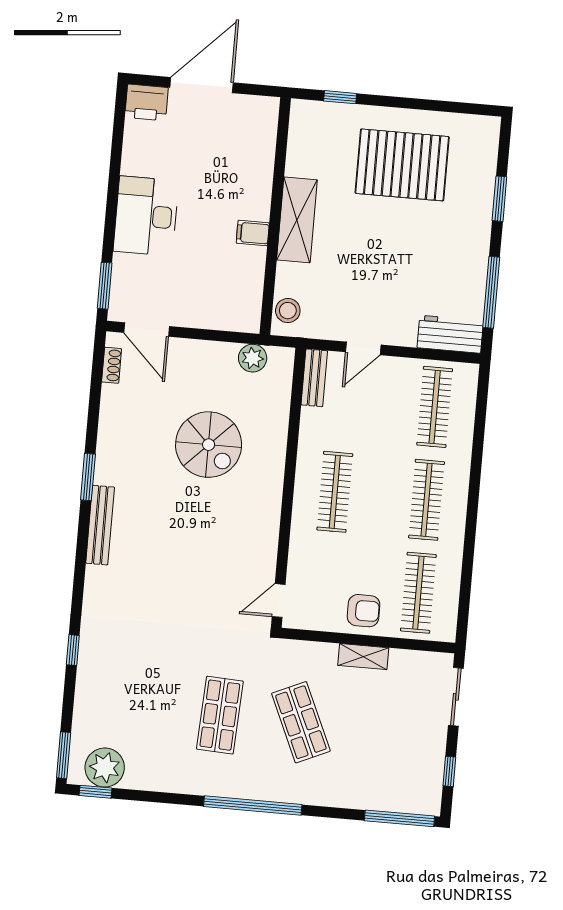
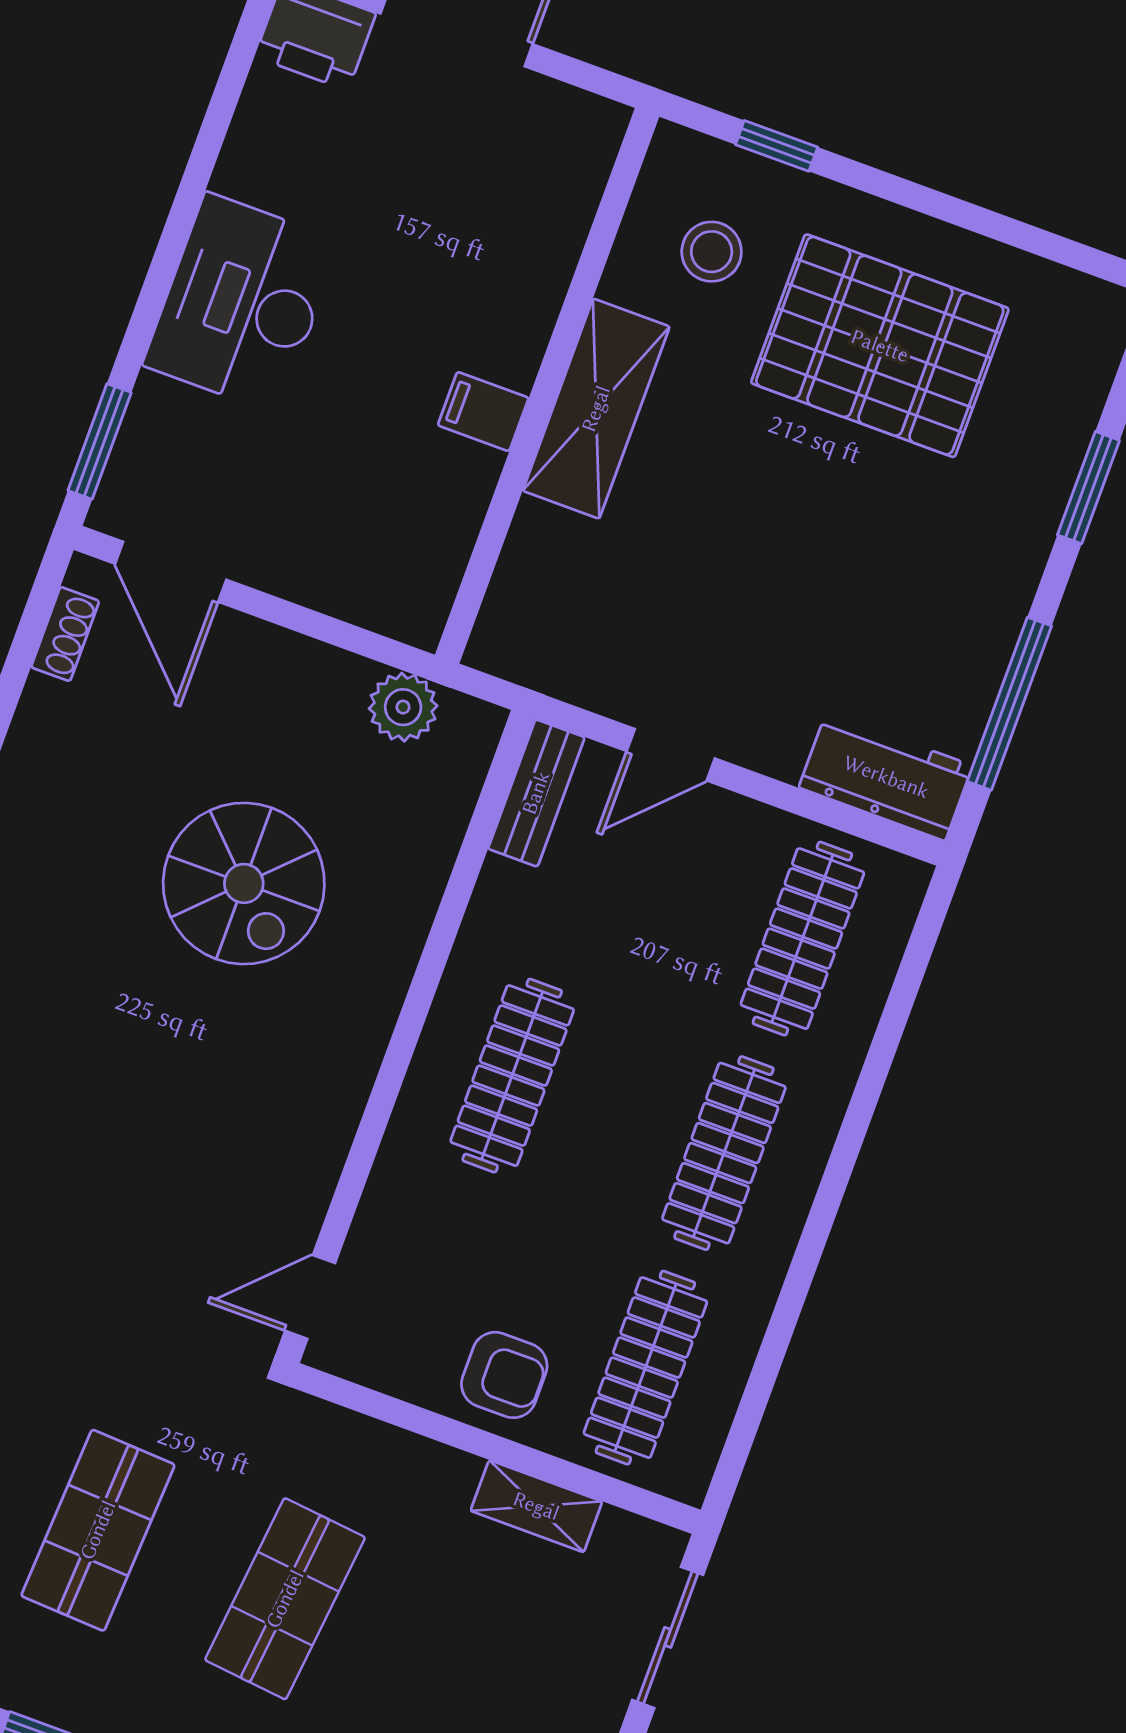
stool: (288, 311) -> (712, 252), moved
shelving: (363, 657) -> (536, 1506), moved
shop shelf: (301, 722) -> (285, 1599), turned 30

